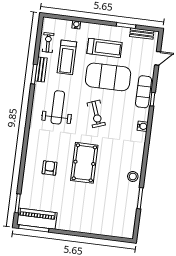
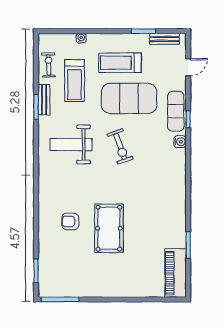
treadmill: (104, 48) -> (120, 63), turned 180
weight bench: (58, 107) -> (71, 144), turned -90
water cooler: (143, 126) -> (180, 142), moved
pool table: (84, 163) -> (109, 228), moved
armchair: (50, 168) -> (70, 221), turned -90
stool: (133, 176) -> (176, 219), removed
piano: (37, 219) -> (175, 273), moved, turned -90

